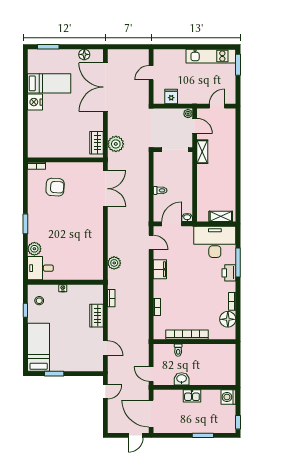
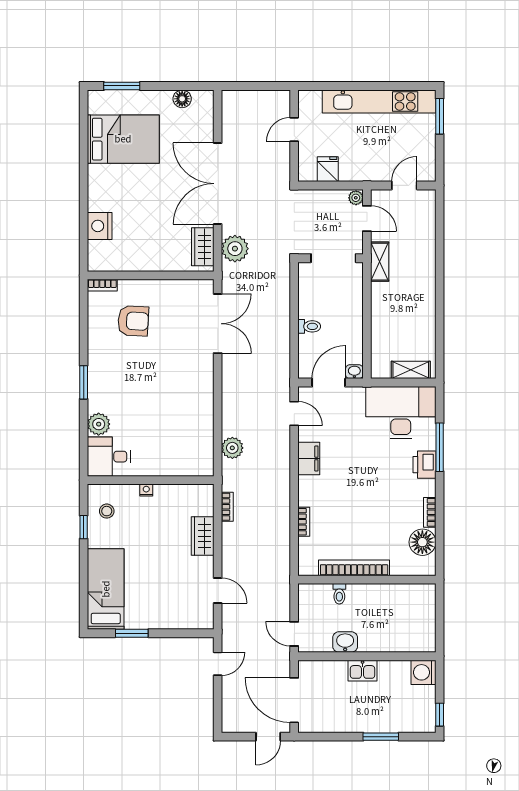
kitchen unit: (211, 56) -> (379, 101), width x1.36
bed: (49, 83) -> (123, 139), width x1.50
double door: (105, 87) -> (218, 184), moved
nightstand: (35, 102) -> (100, 226), moved

